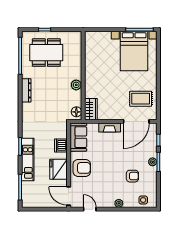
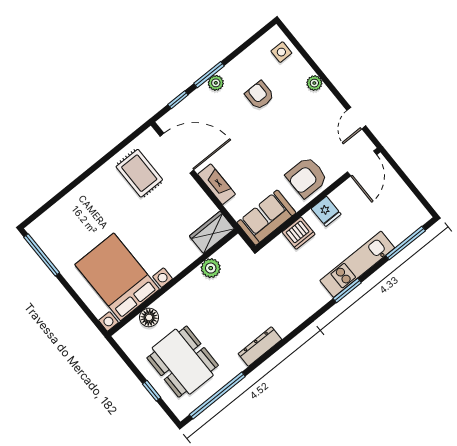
bed with nightstands: (134, 51) -> (117, 277), moved, turned -90
plant: (76, 85) -> (211, 268), moved
floor lamp: (76, 112) -> (149, 317), moved
armchair: (82, 168) -> (307, 177), turned -90
fridge: (58, 169) -> (326, 211), width x0.53, depth x0.75

